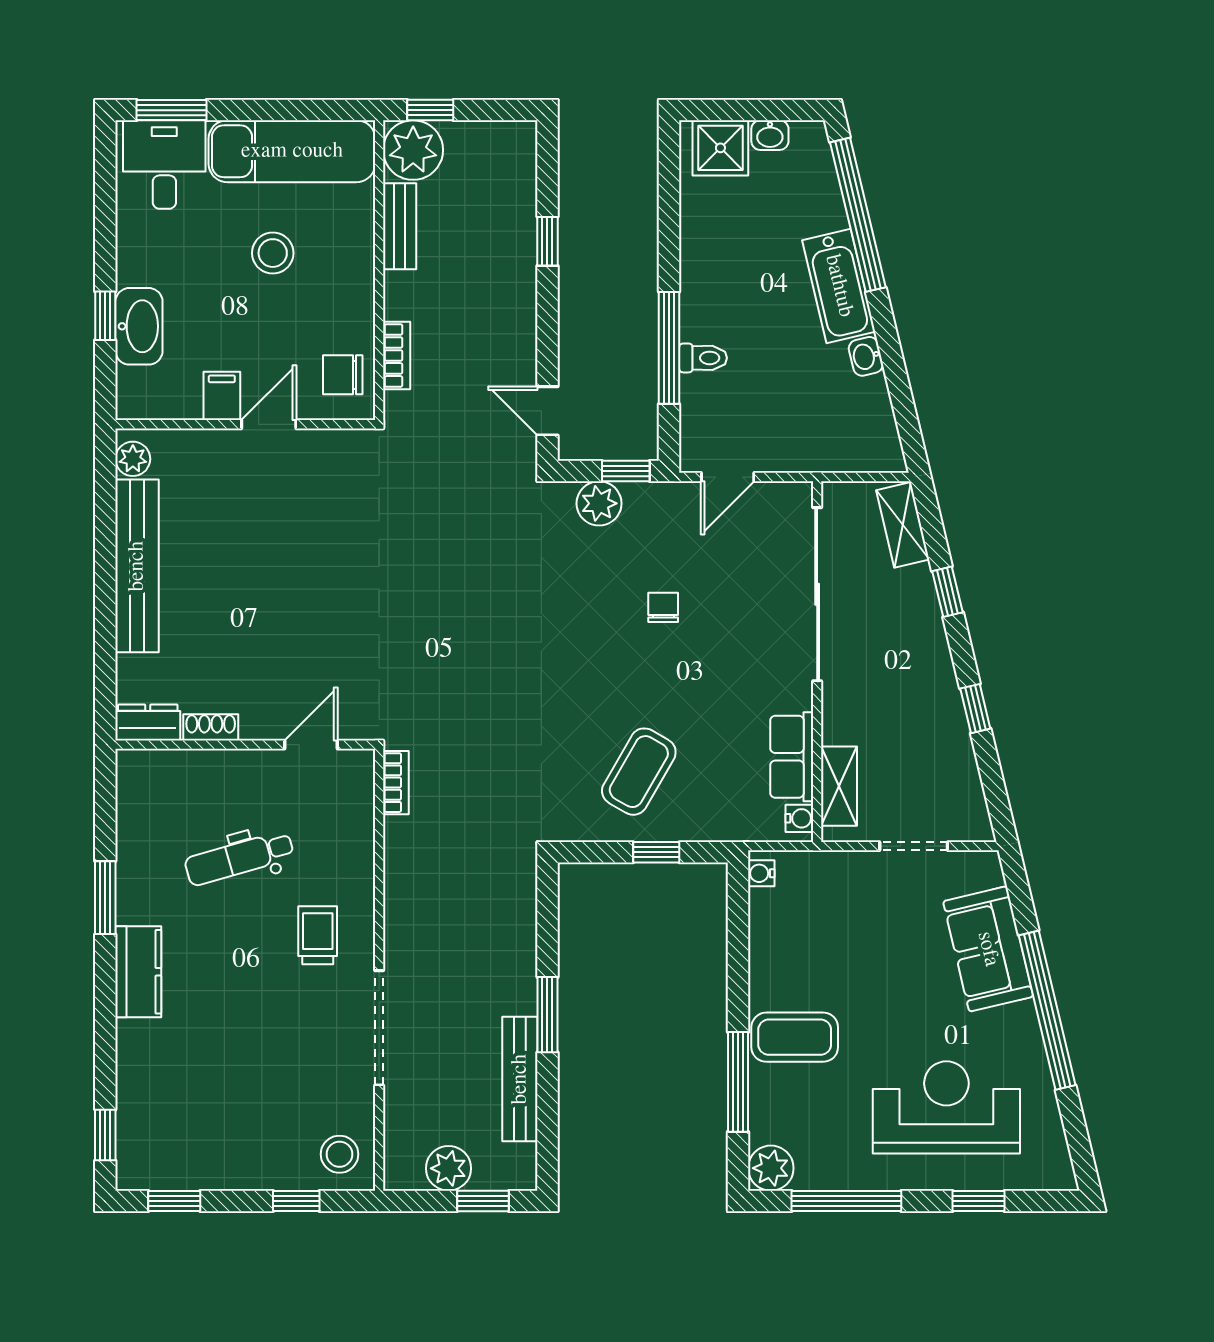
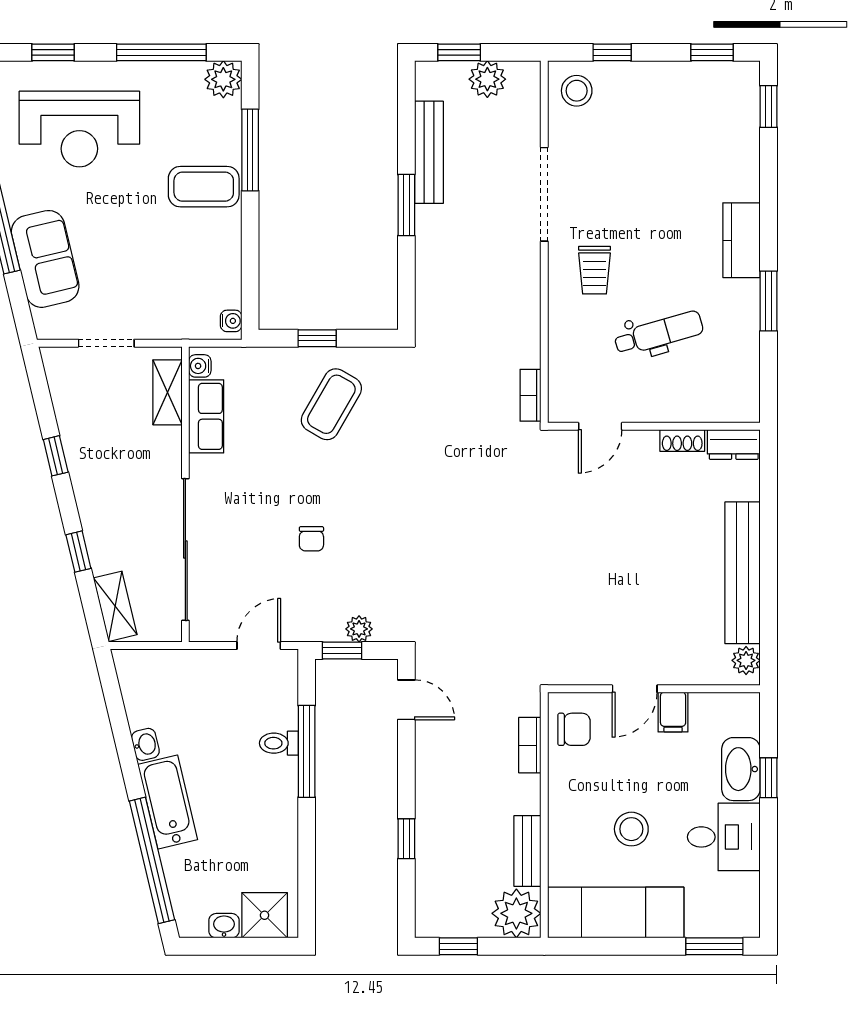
window: (430, 110) -> (458, 946), moved
desk: (164, 165) -> (724, 837), moved, turned -90
plant: (599, 503) -> (359, 629), width x0.73, depth x0.73

